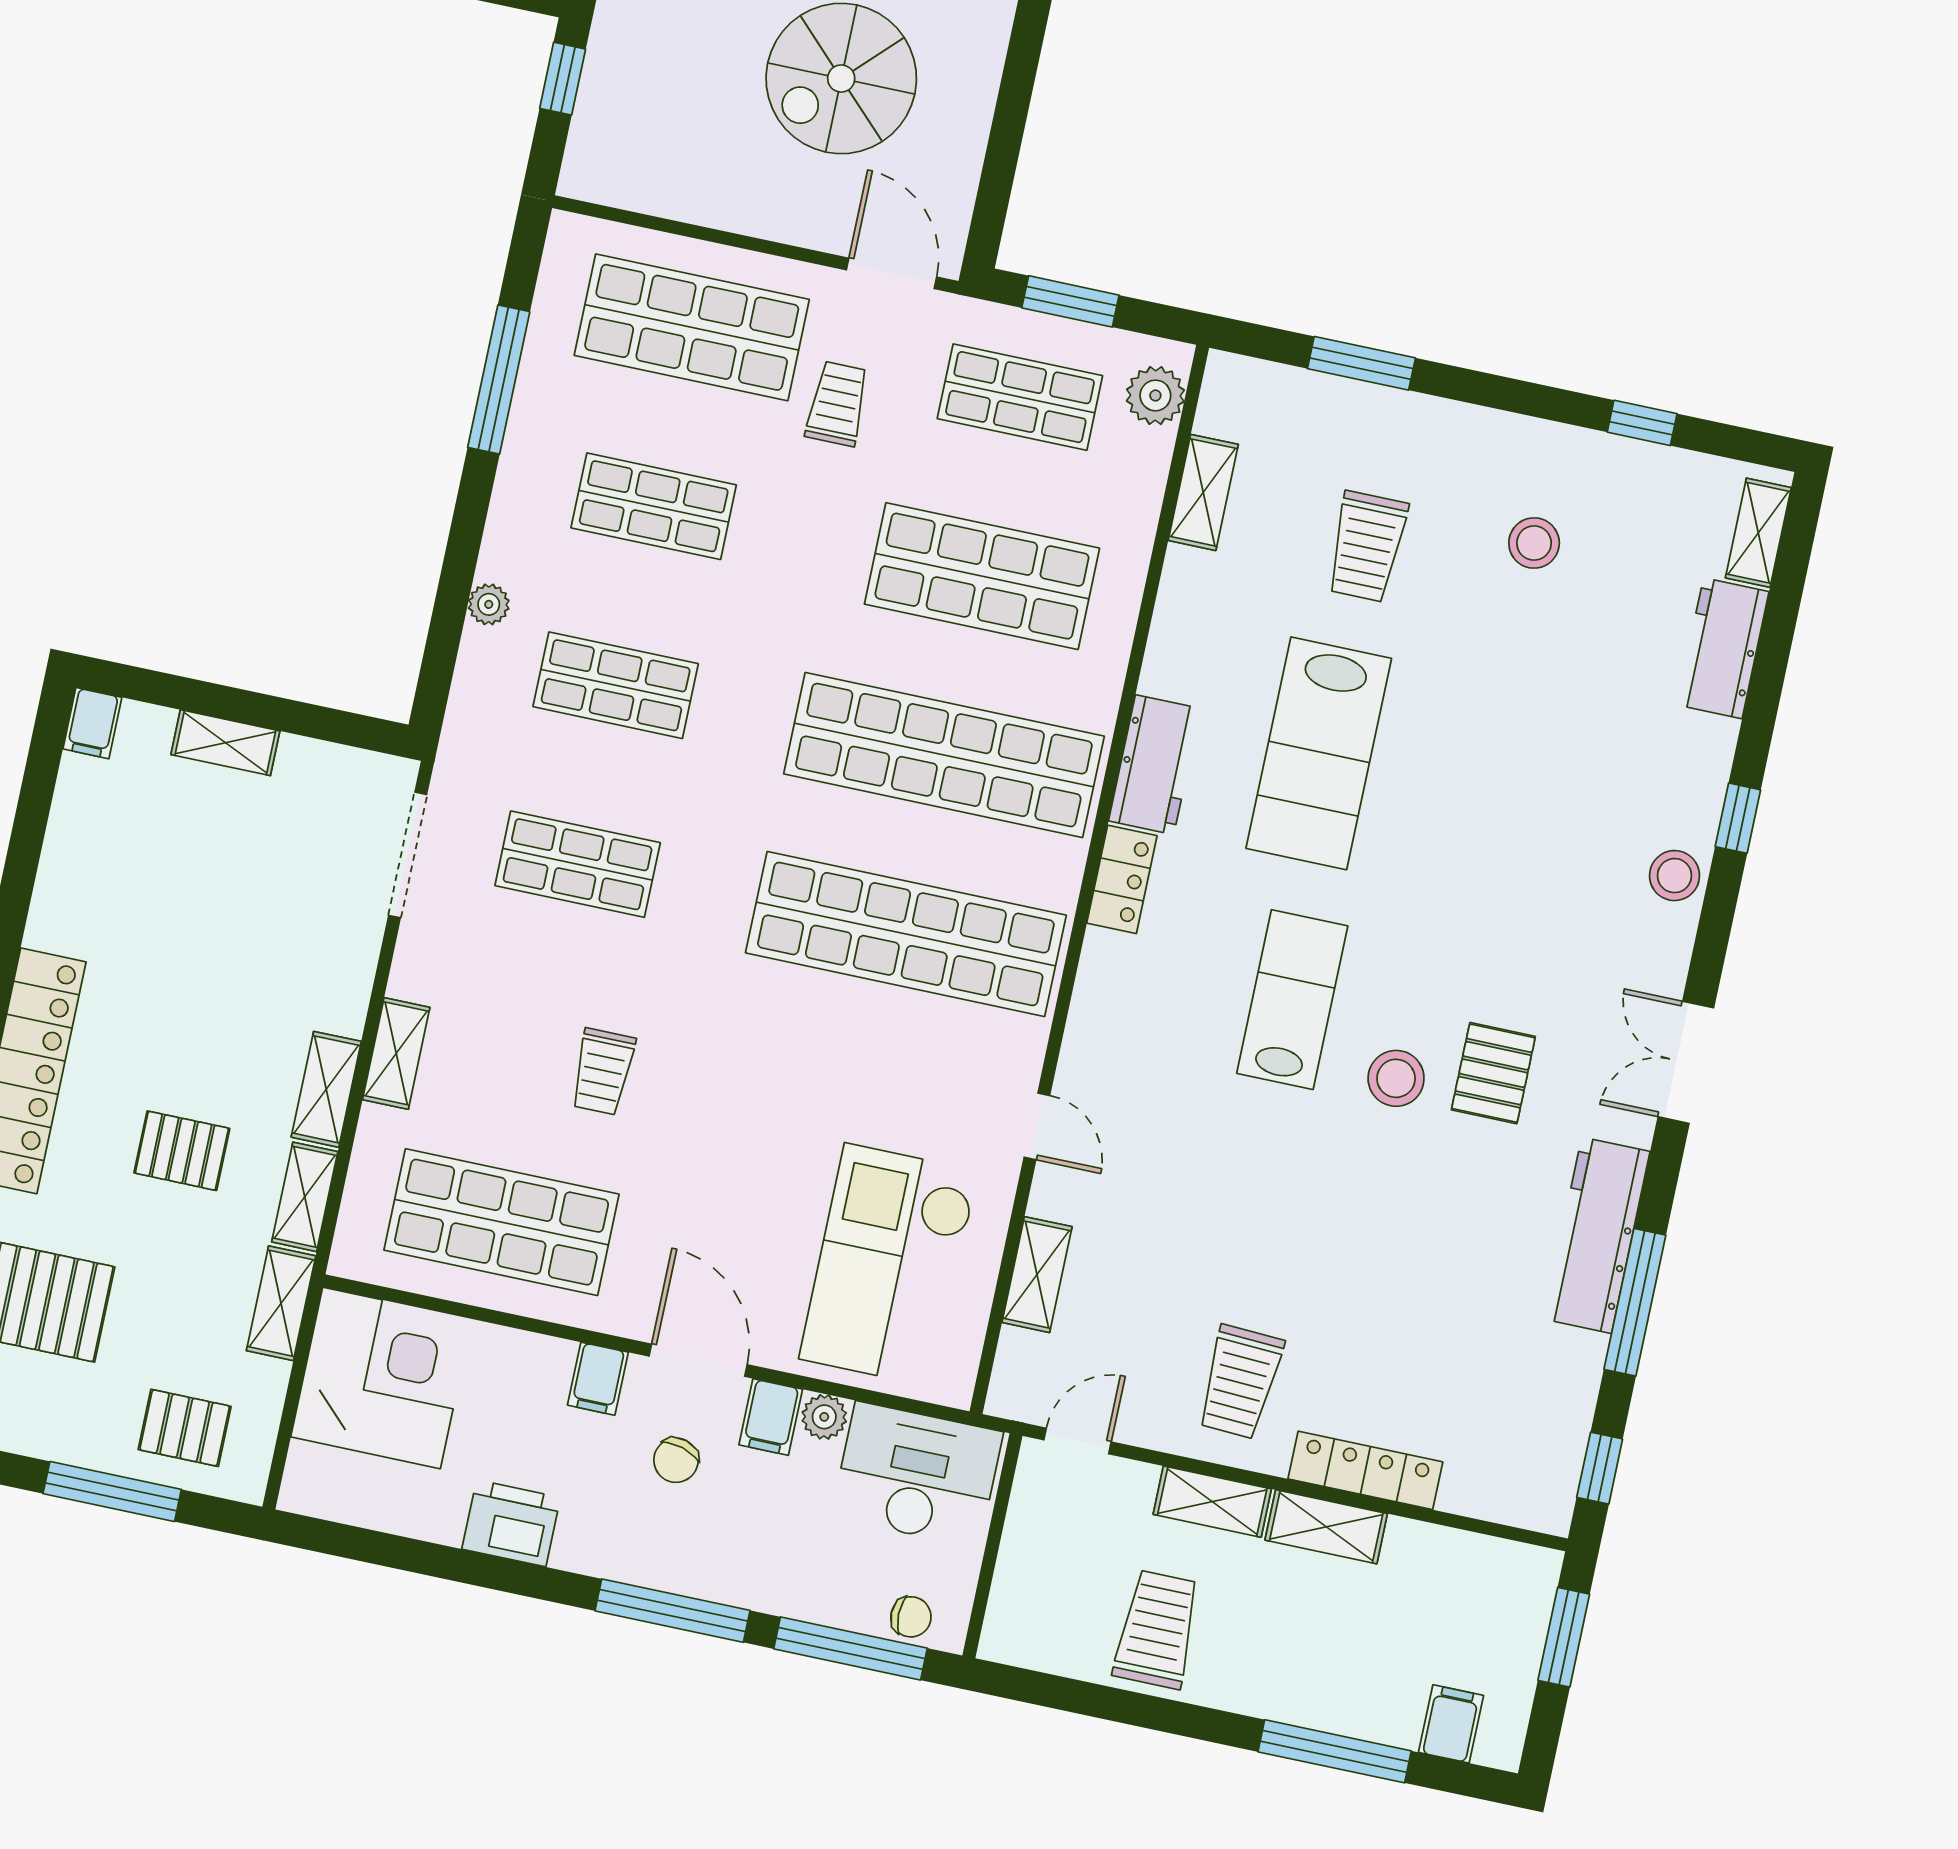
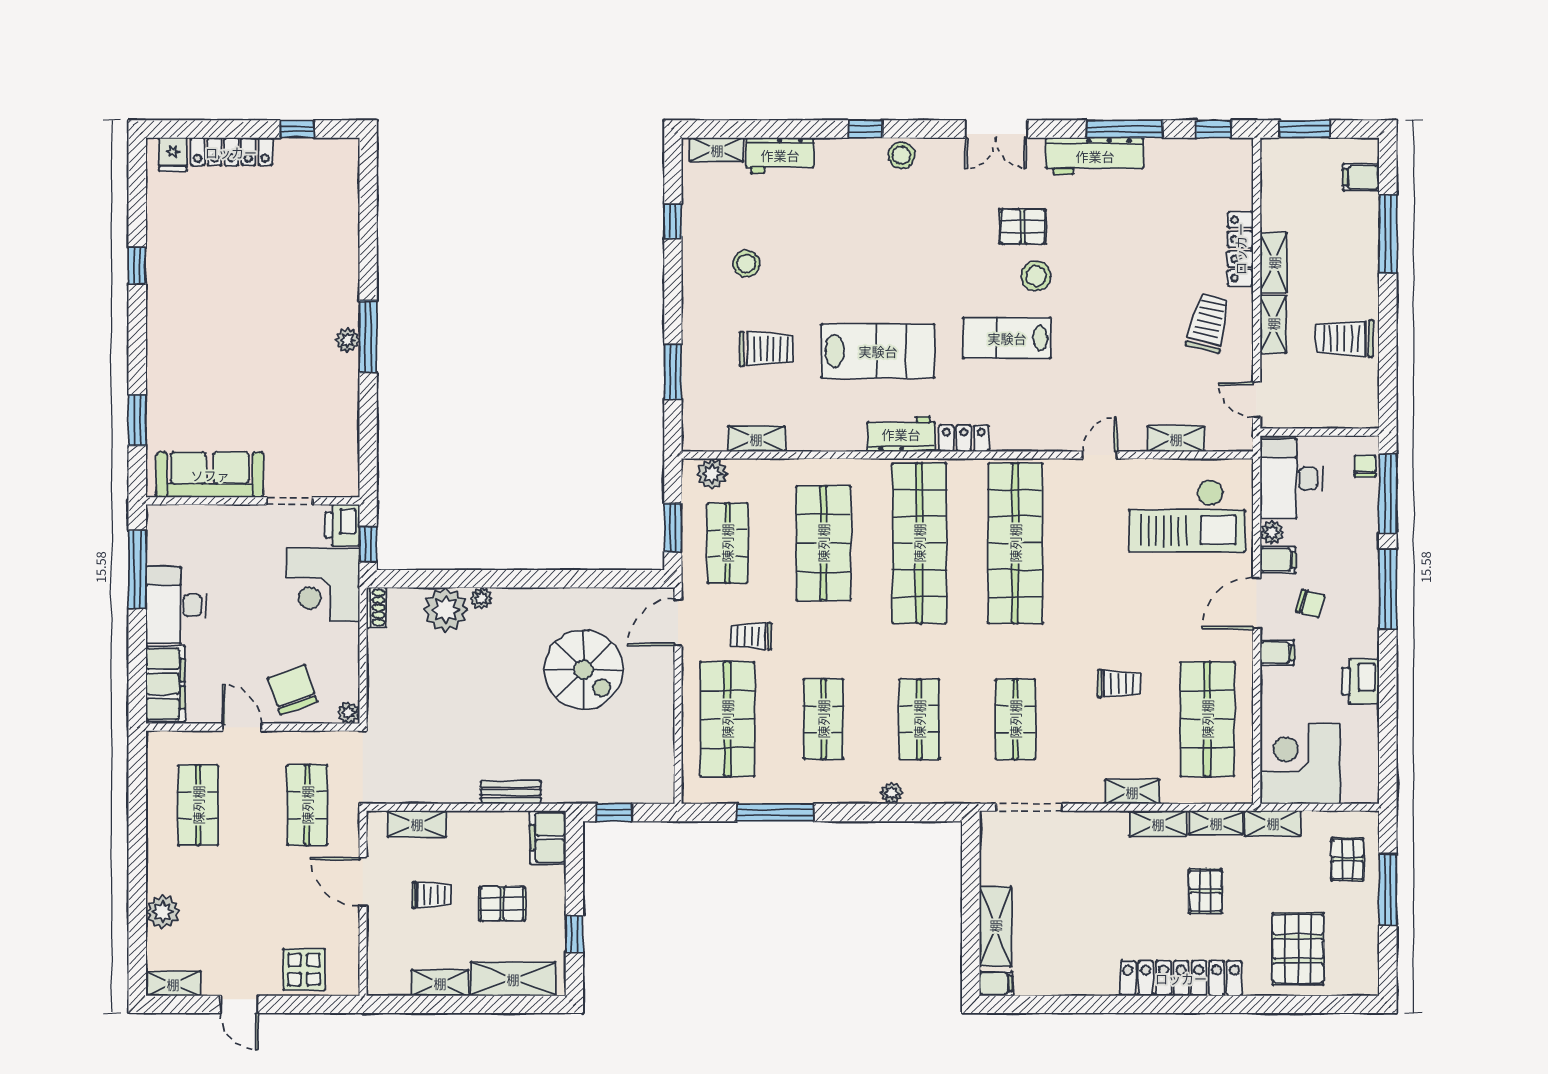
shelving: (225, 743) -> (995, 926), width x1.50, depth x1.33
trolley: (1240, 1382) -> (1209, 323), turned -79

